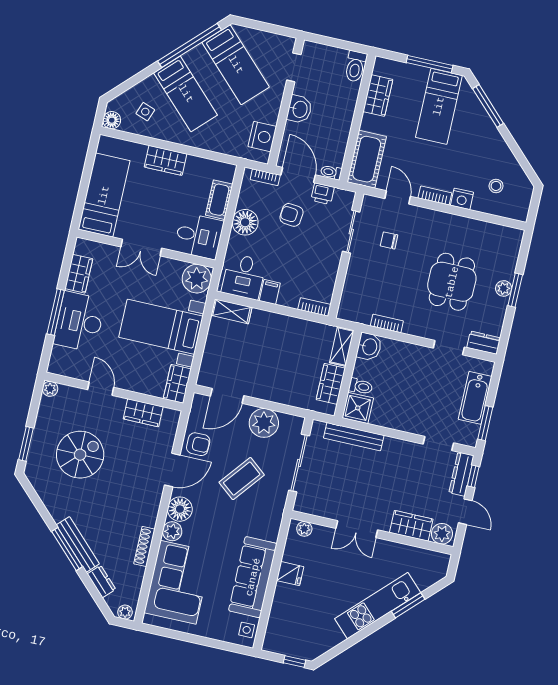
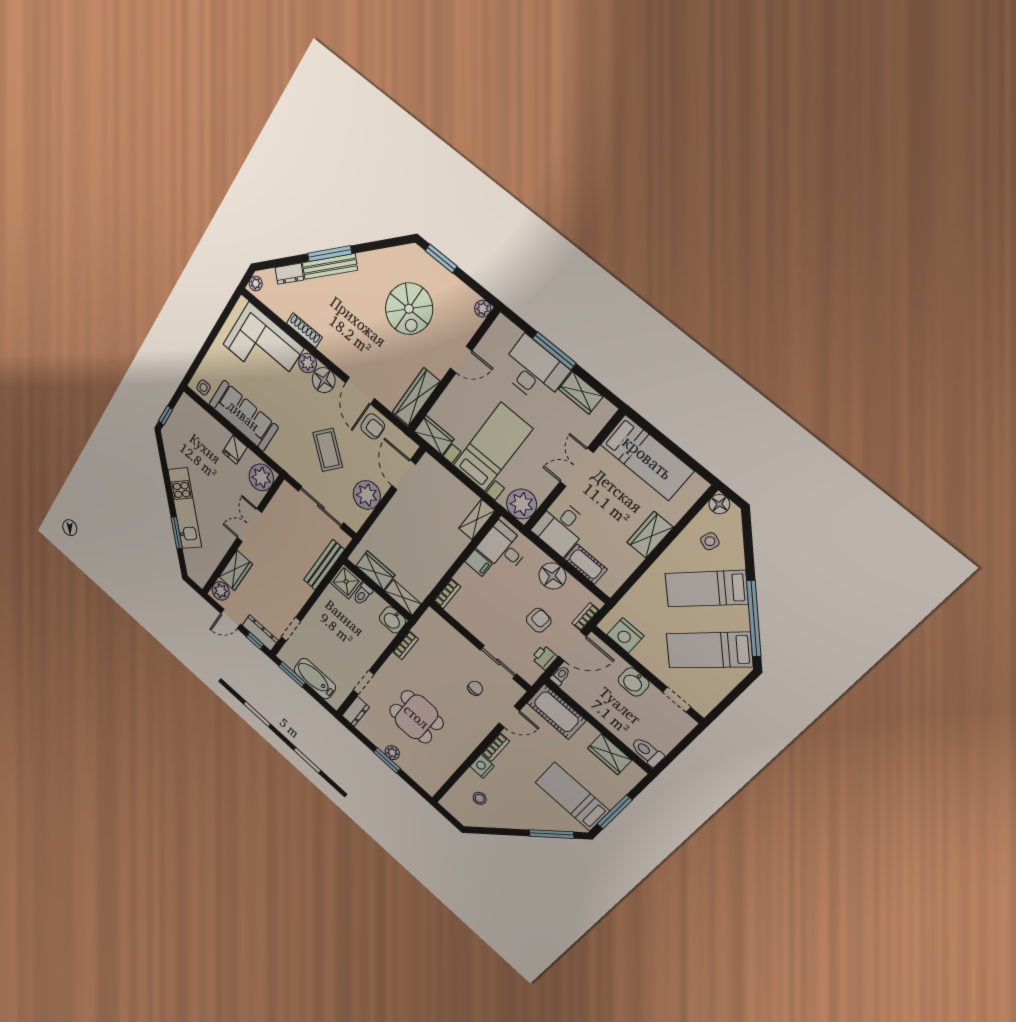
wardrobe: (143, 413) -> (416, 397), width x1.50
armchair: (198, 444) -> (373, 426), turned -90
plant: (304, 529) -> (261, 477), width x1.88, depth x1.88

